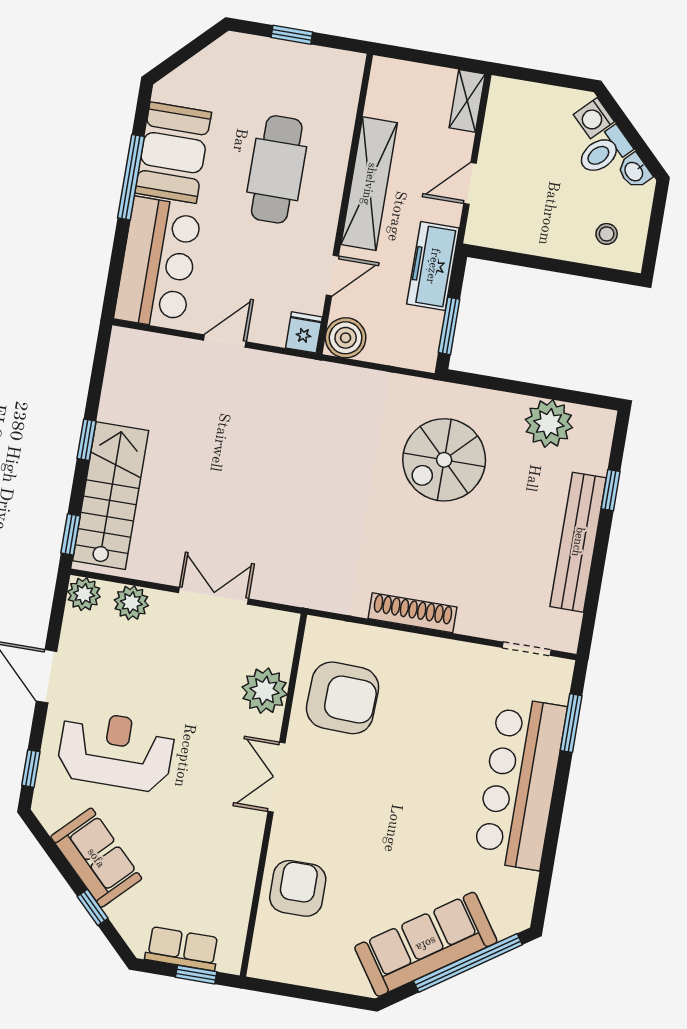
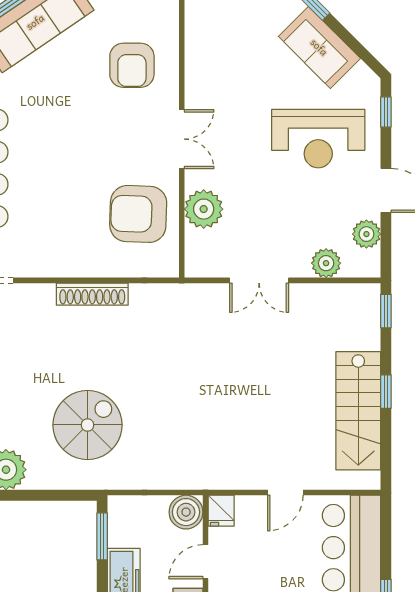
stairs: (111, 496) -> (358, 411), moved
plant: (84, 594) -> (366, 234), moved
armchair: (298, 888) -> (132, 65), moved

